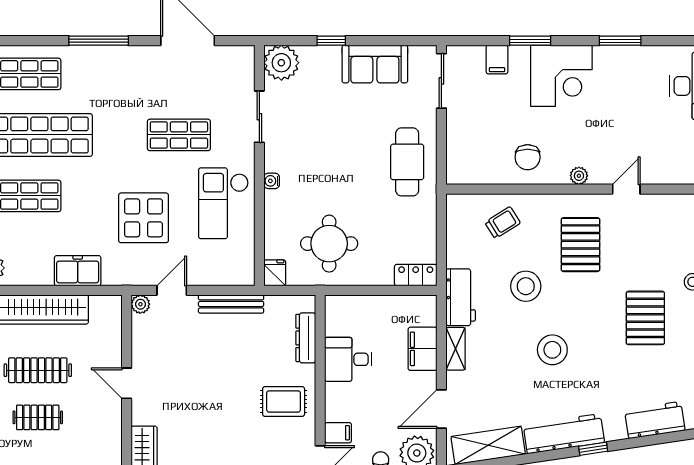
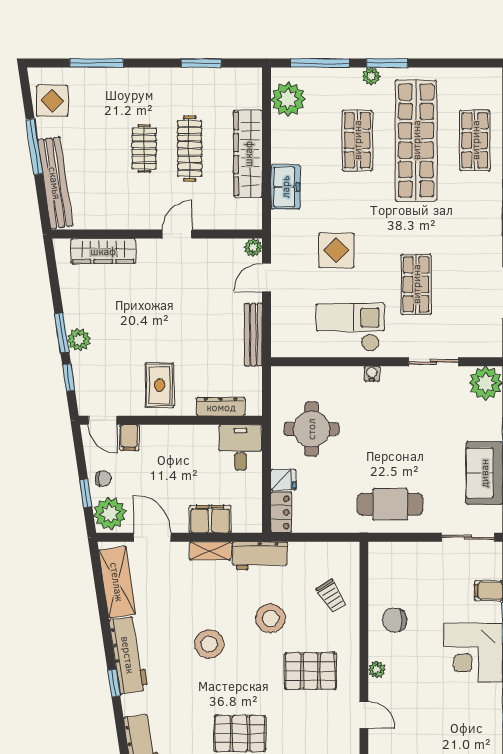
display table: (144, 218) -> (336, 250), width x0.73, depth x0.73
fridge: (275, 273) -> (283, 480), moved
door: (172, 290) -> (266, 277), swing flipped
desk: (348, 359) -> (241, 447), moved

